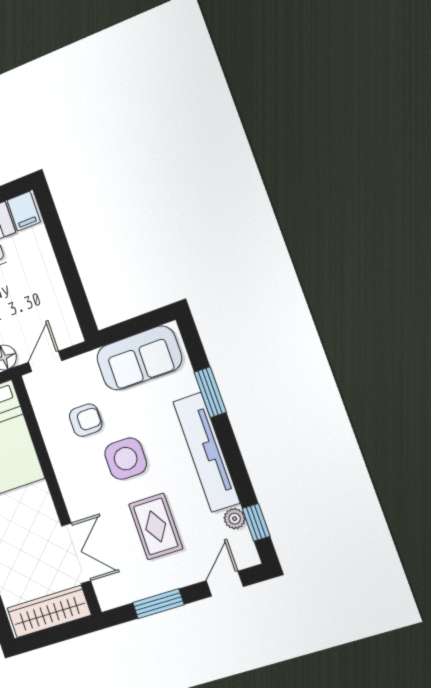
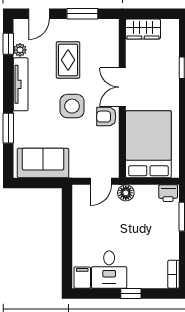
armchair: (86, 420) -> (106, 117), moved
tv unit: (206, 452) -> (21, 84), width x0.73, depth x0.78
double door: (76, 553) -> (122, 87), moved
wardrobe: (49, 612) -> (143, 29), width x0.67

